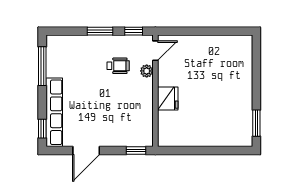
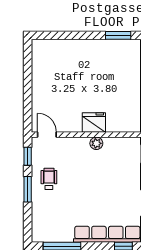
wheelchair: (118, 66) -> (49, 179), moved
plant: (147, 71) -> (96, 143), moved

